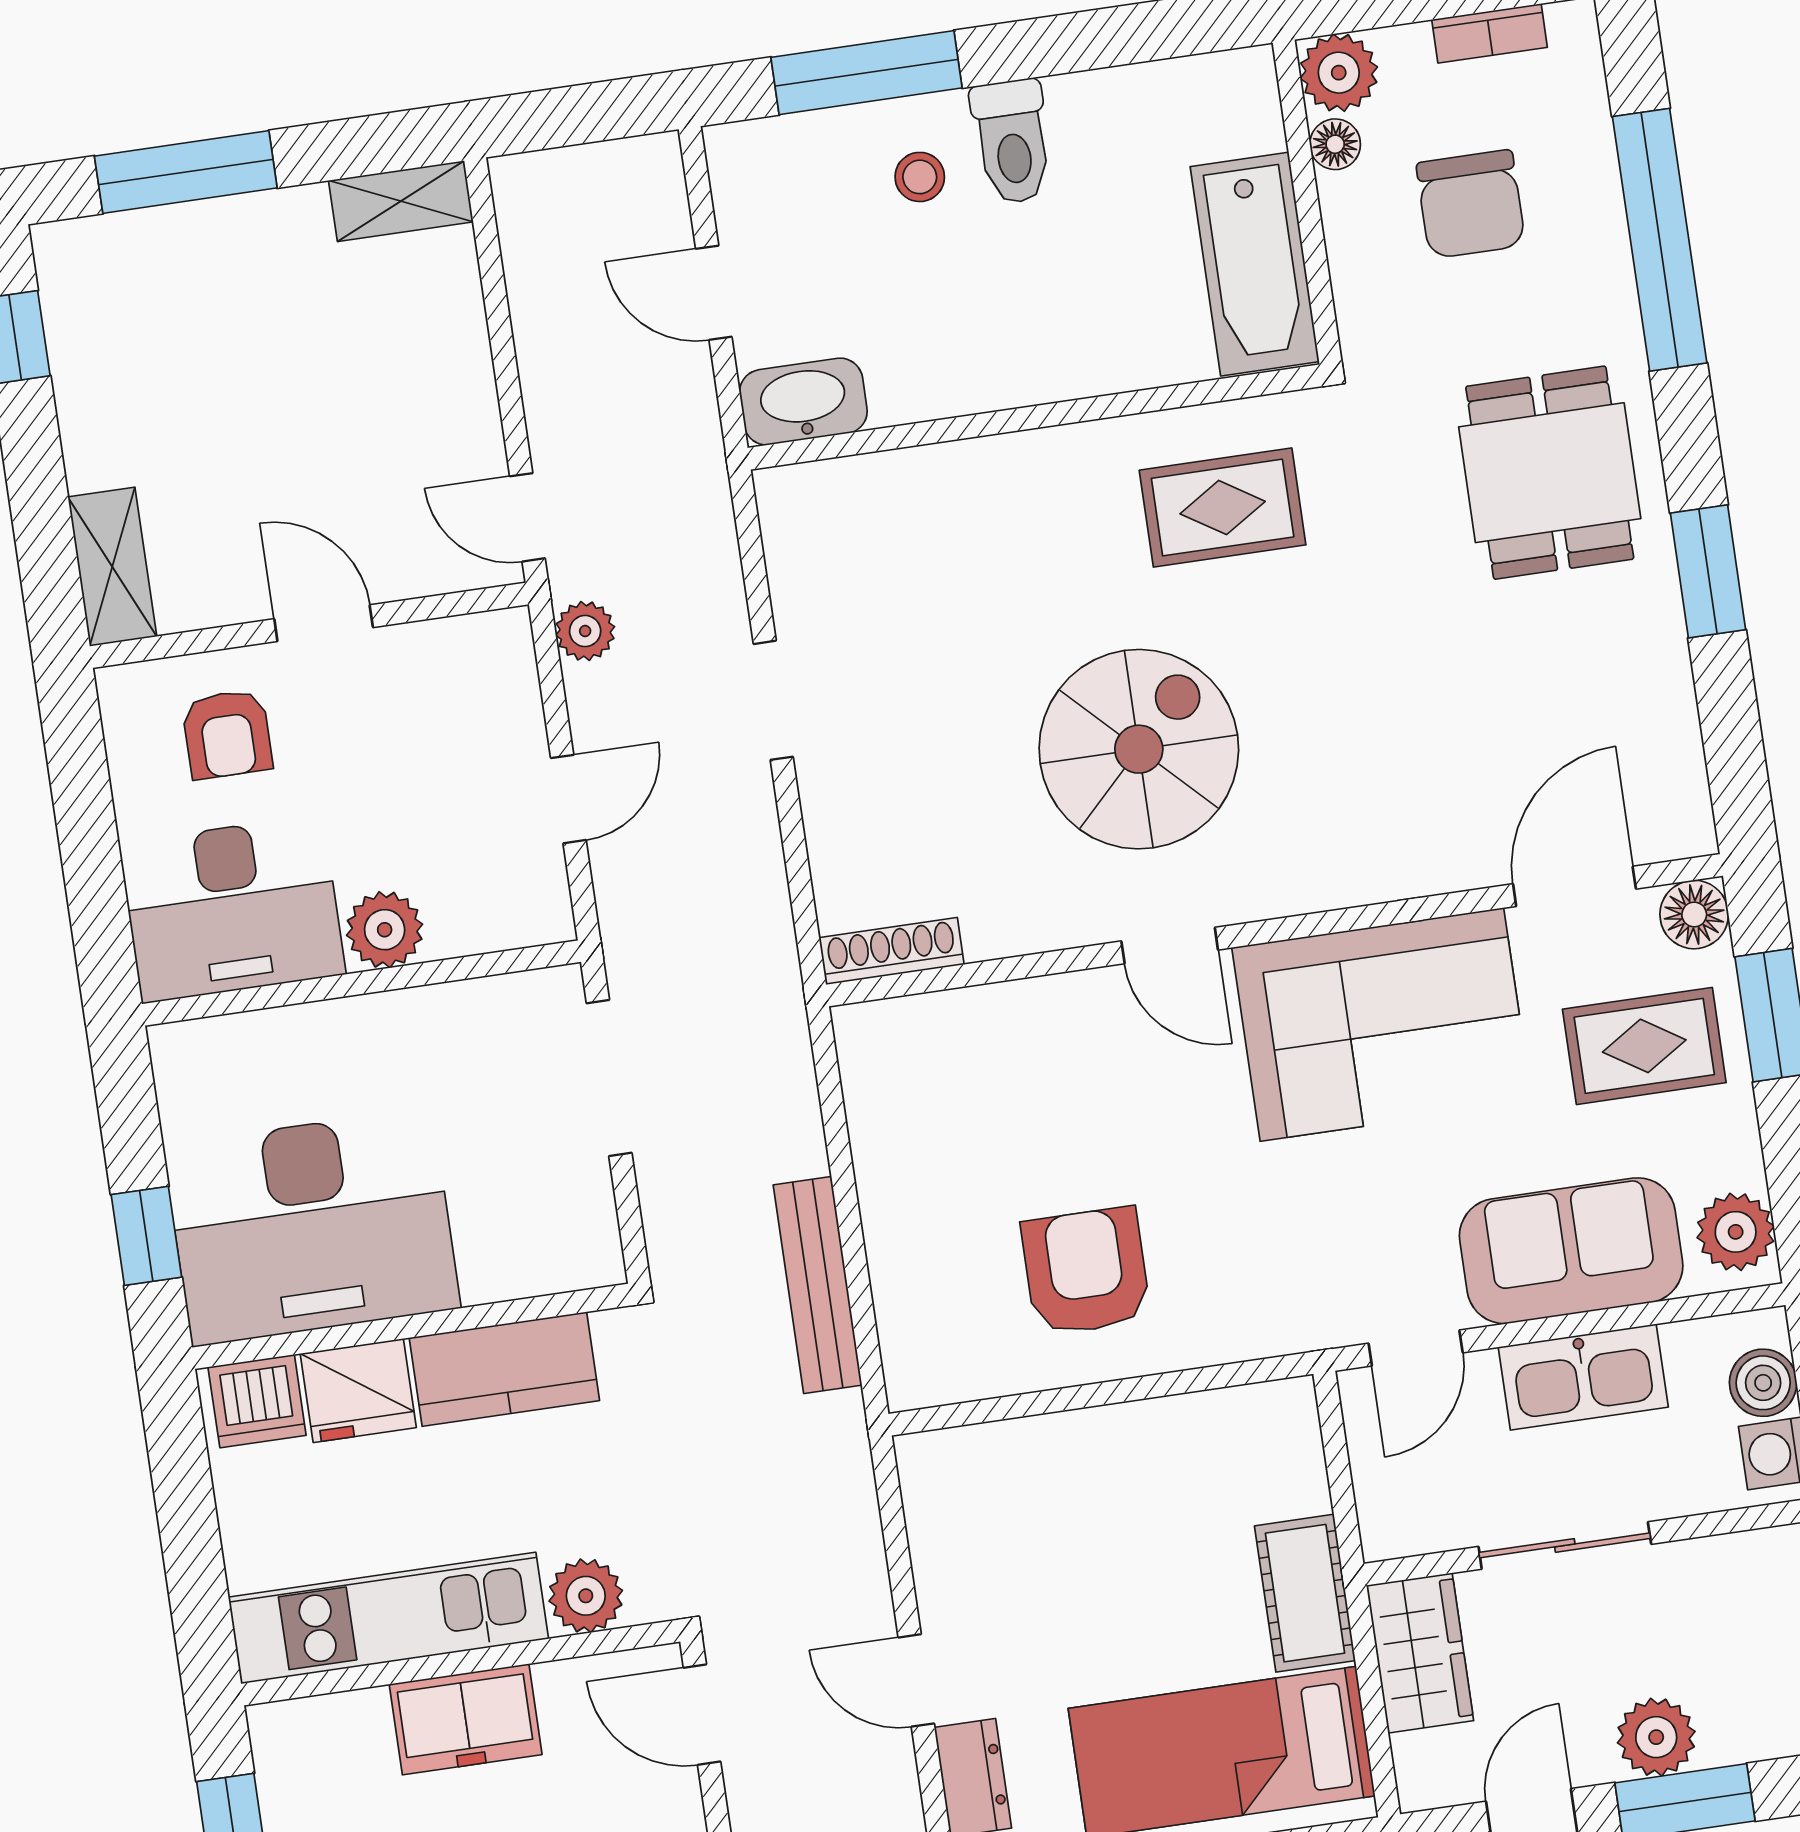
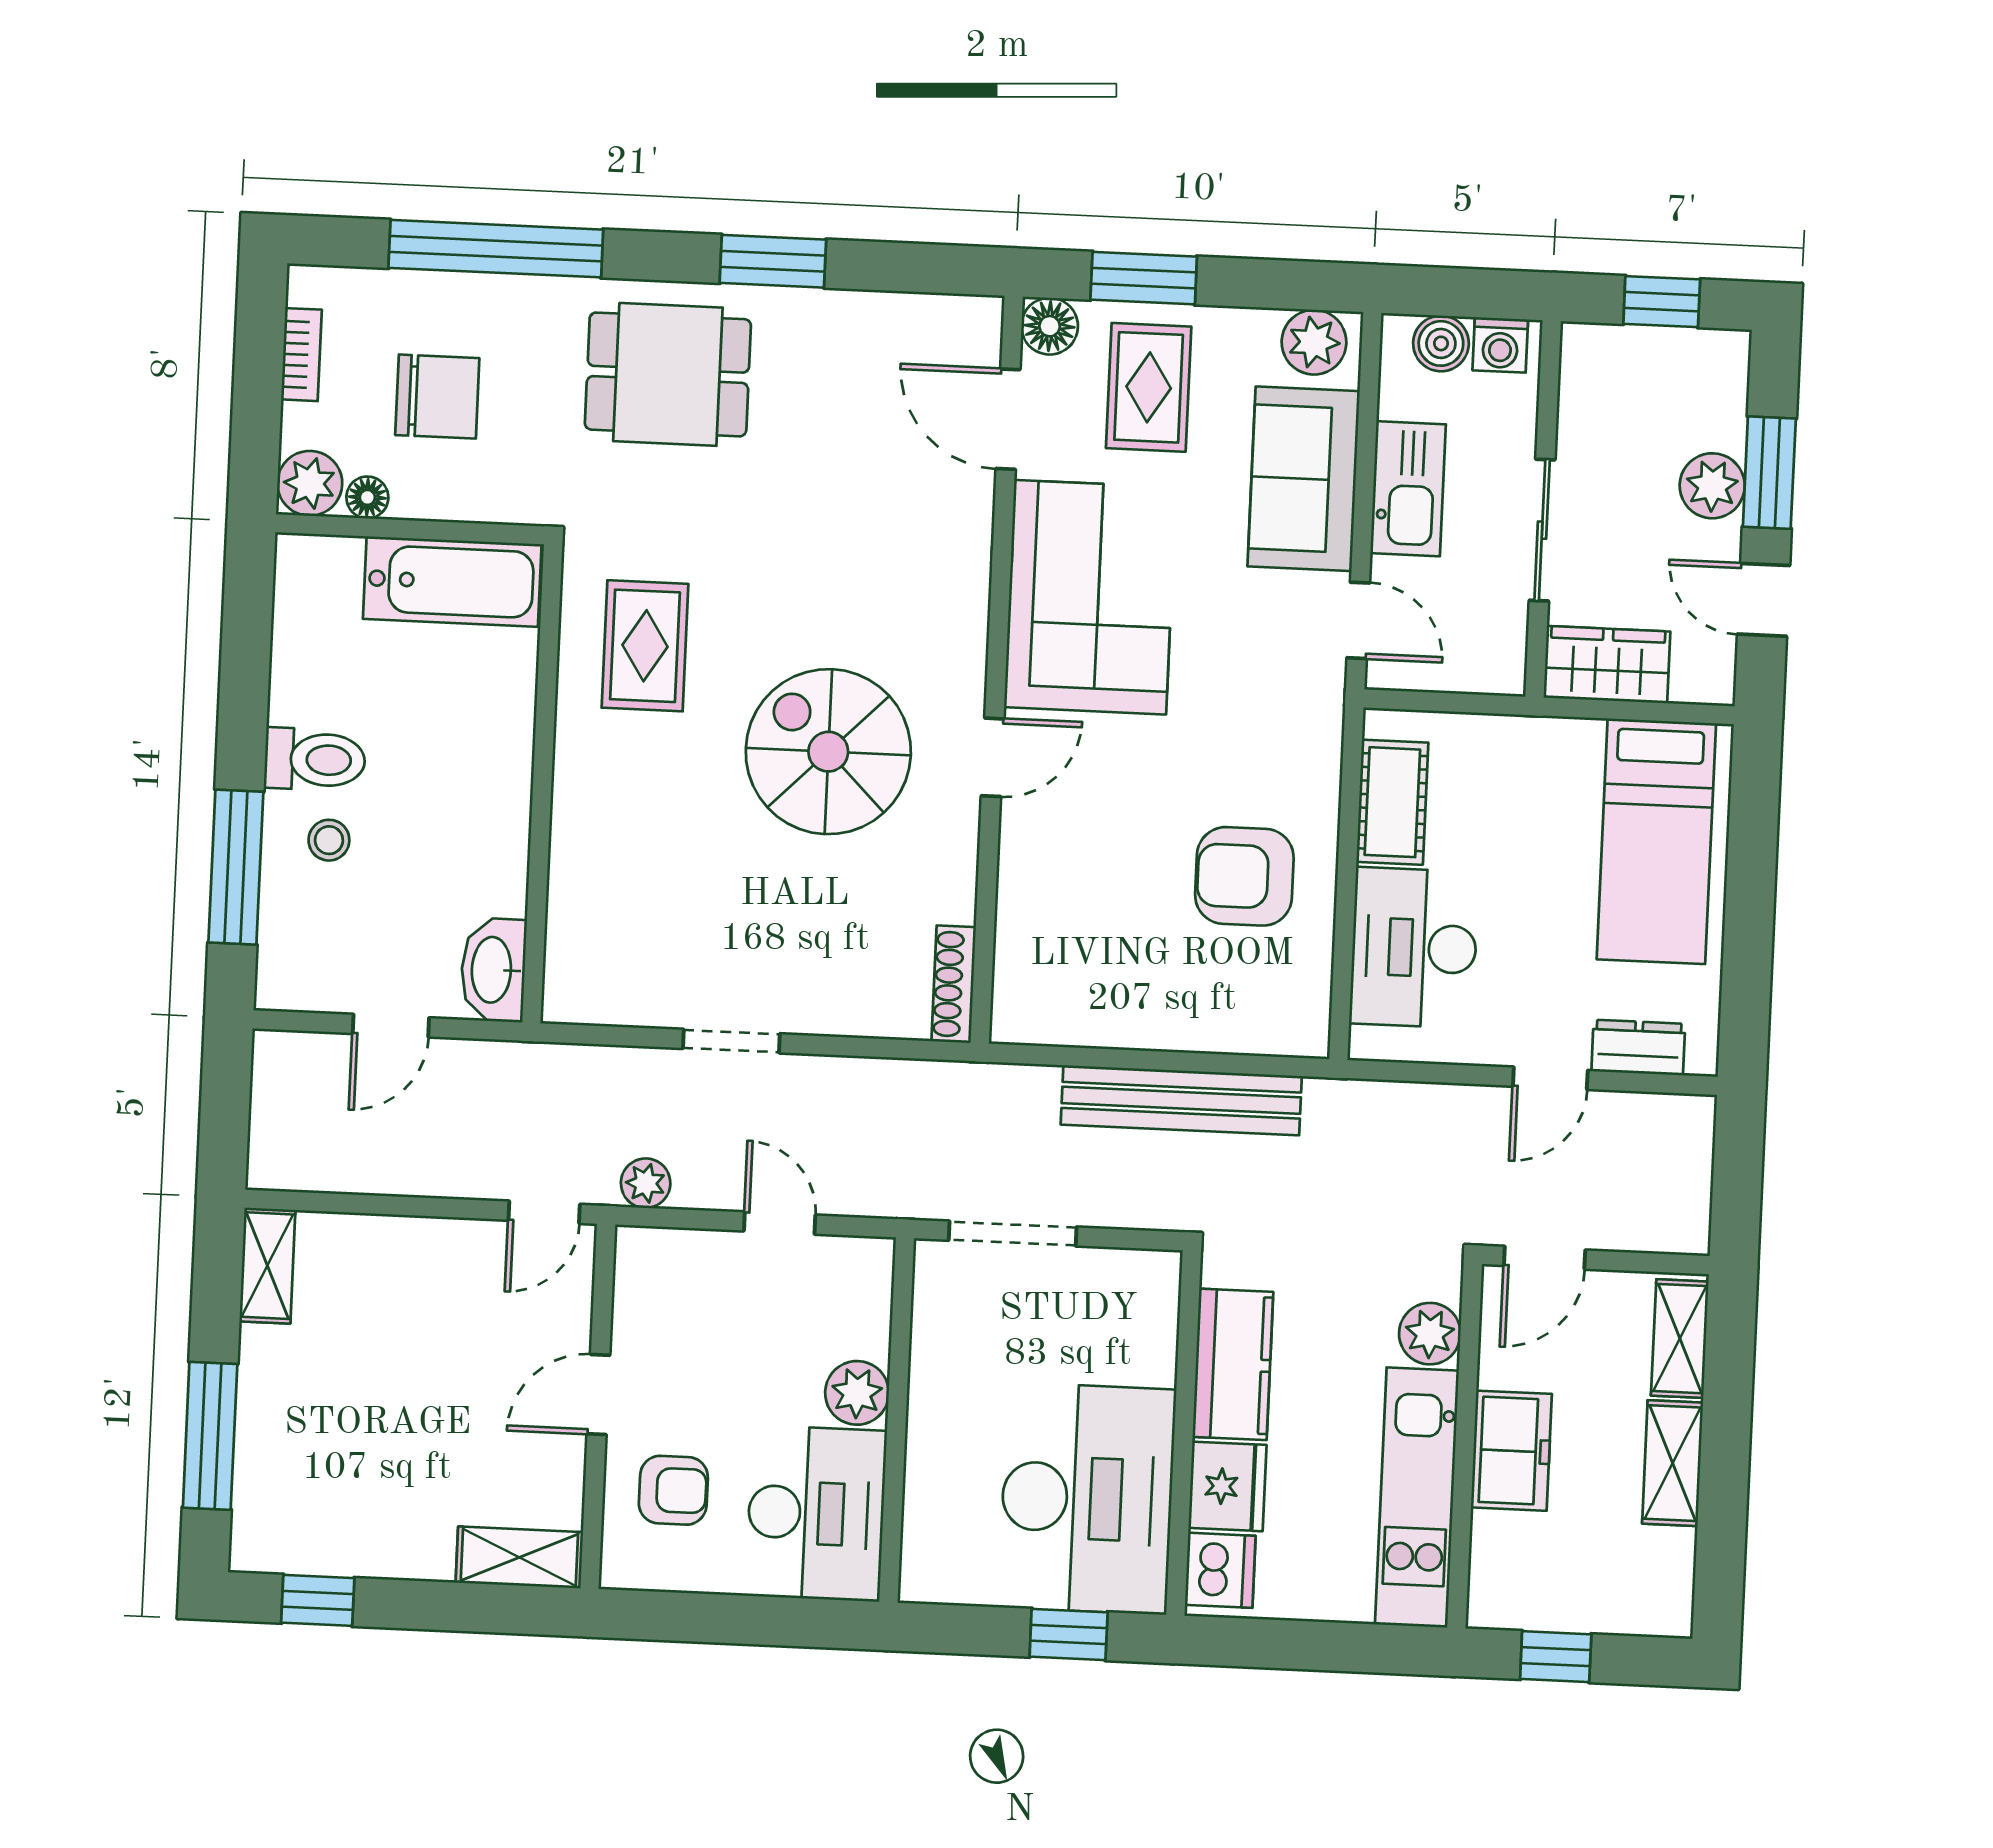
bench: (818, 1285) -> (1181, 1100), width x1.37, depth x1.21
desk: (1040, 1489) -> (1414, 948), added
cot: (1305, 1593) -> (1392, 802), moved, turned 90

